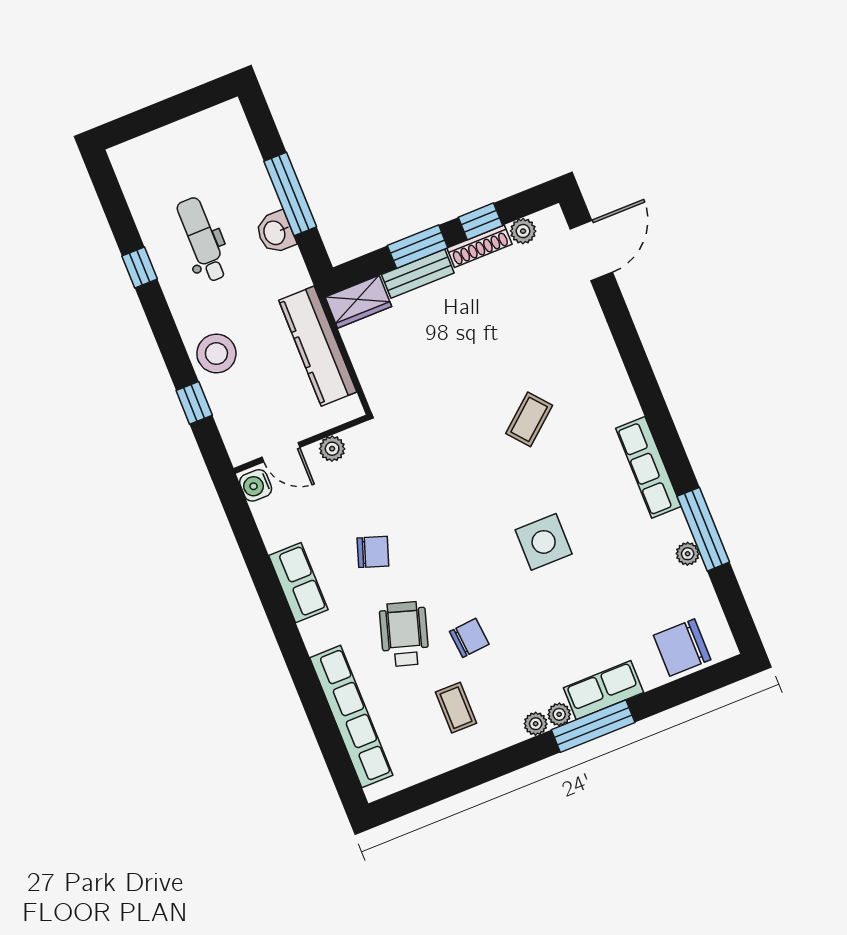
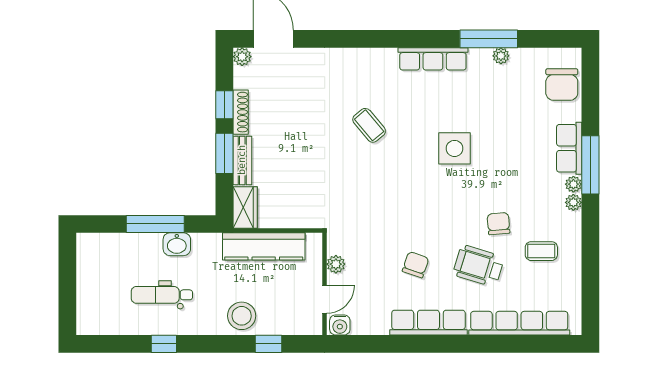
plant: (523, 231) -> (242, 57), moved
row of seats: (298, 583) -> (428, 323), width x1.48

